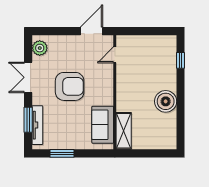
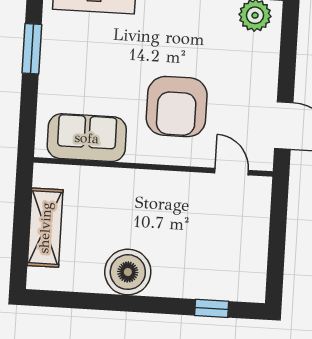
armchair: (70, 86) -> (177, 107), moved
shelving: (124, 131) -> (45, 228), moved, turned 90

